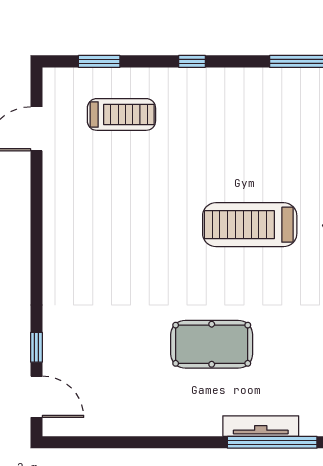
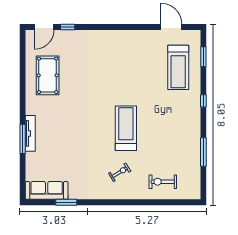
treadmill: (121, 114) -> (178, 67), width x1.37, depth x1.38
pool table: (212, 344) -> (48, 75), moved
window: (272, 442) -> (23, 139), width x0.68

